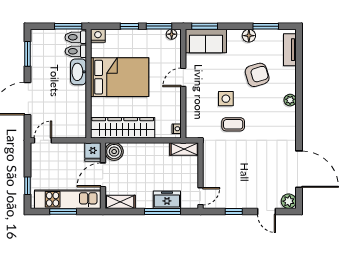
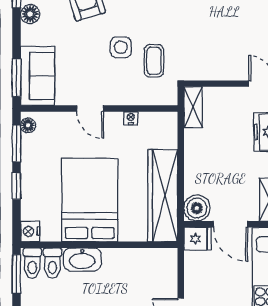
coffee table: (233, 124) -> (154, 61), moved
nightstand: (177, 129) -> (131, 118), moved

